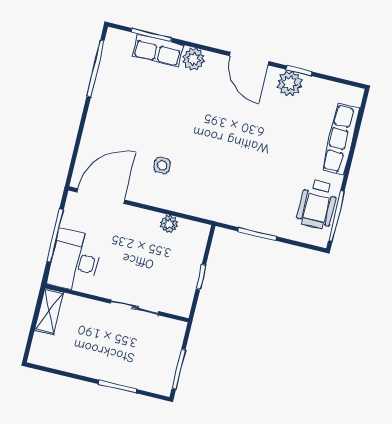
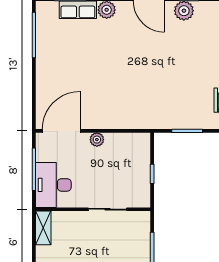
side table: (162, 165) -> (102, 96), removed
plant: (169, 224) -> (97, 140), moved

